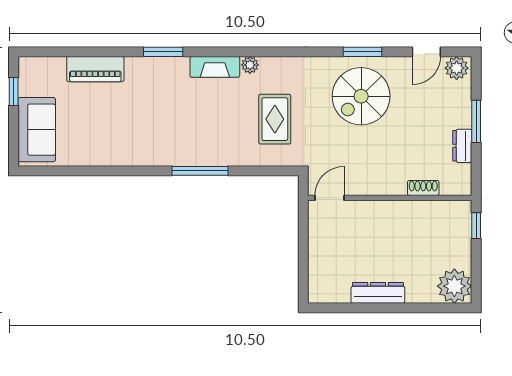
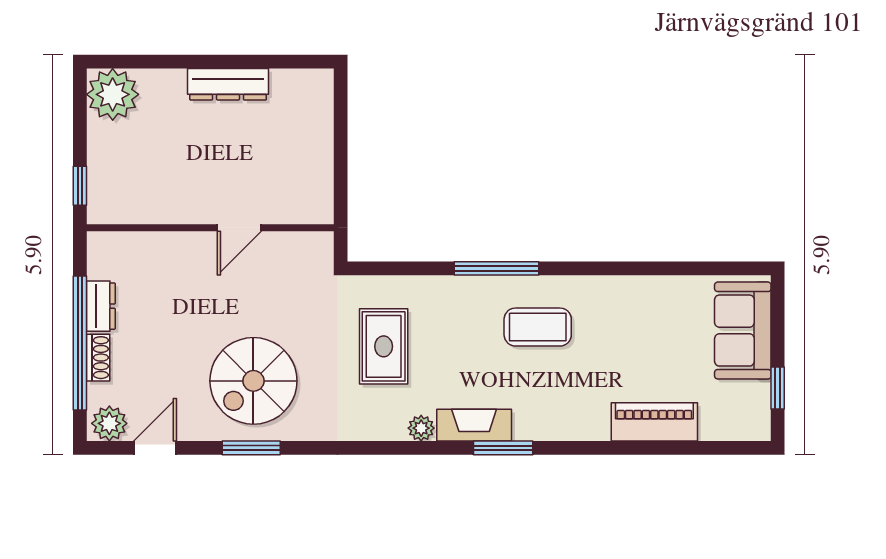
window: (163, 52) -> (503, 448), moved
spiral stairs: (361, 96) -> (253, 381), turned 180
window: (476, 121) -> (80, 343), width x2.11
coffee table: (173, 132) -> (538, 327), added
shoe rack: (423, 188) -> (98, 358), moved, turned -90
door: (329, 198) -> (239, 228), moved

